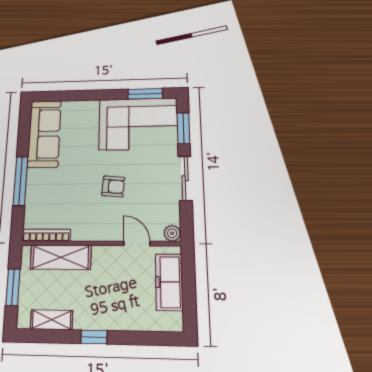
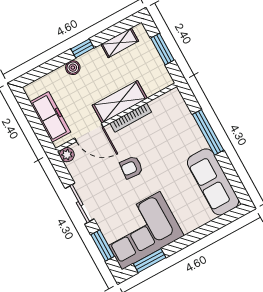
bookcase: (46, 235) -> (131, 118), moved
door: (137, 244) -> (89, 132), width x1.38
shelving: (61, 257) -> (120, 102), moved
boiler: (116, 322) -> (73, 68), added

